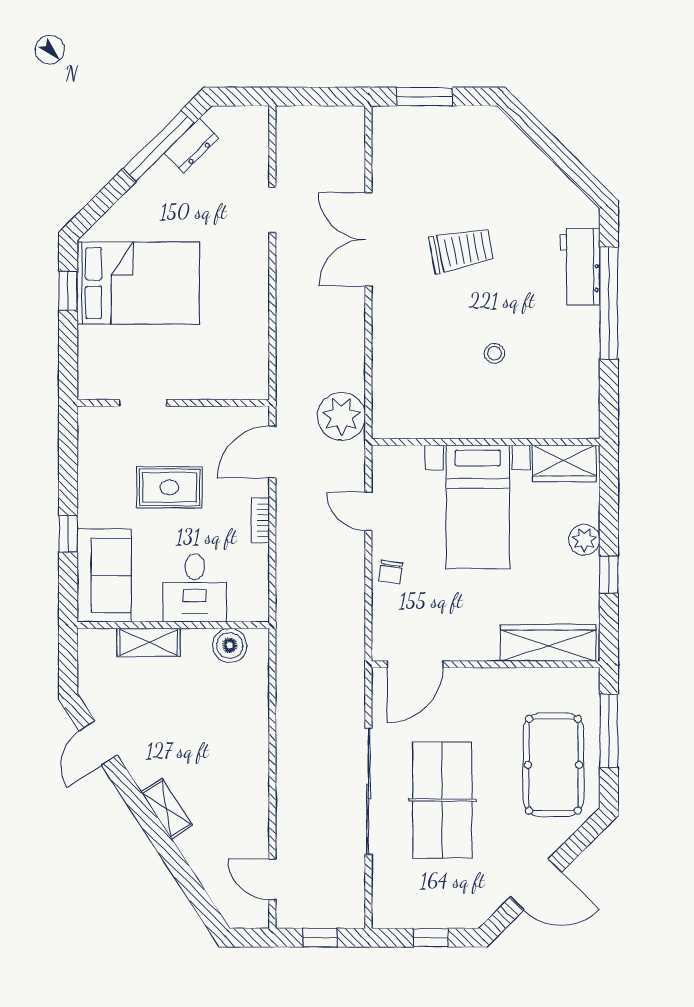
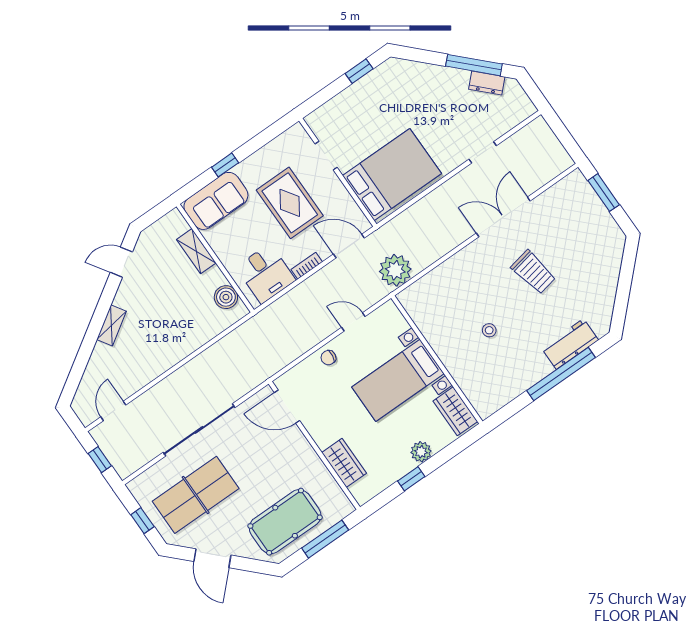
bed: (138, 283) -> (392, 175), moved, turned -90
rug: (169, 487) -> (290, 203), width x1.36, depth x1.43
door: (368, 511) -> (353, 322), hinge flipped
desk: (195, 588) -> (266, 274), moved, turned -90
wardrobe: (548, 643) -> (344, 463), width x0.67
table tennis table: (442, 800) -> (196, 495), moved

